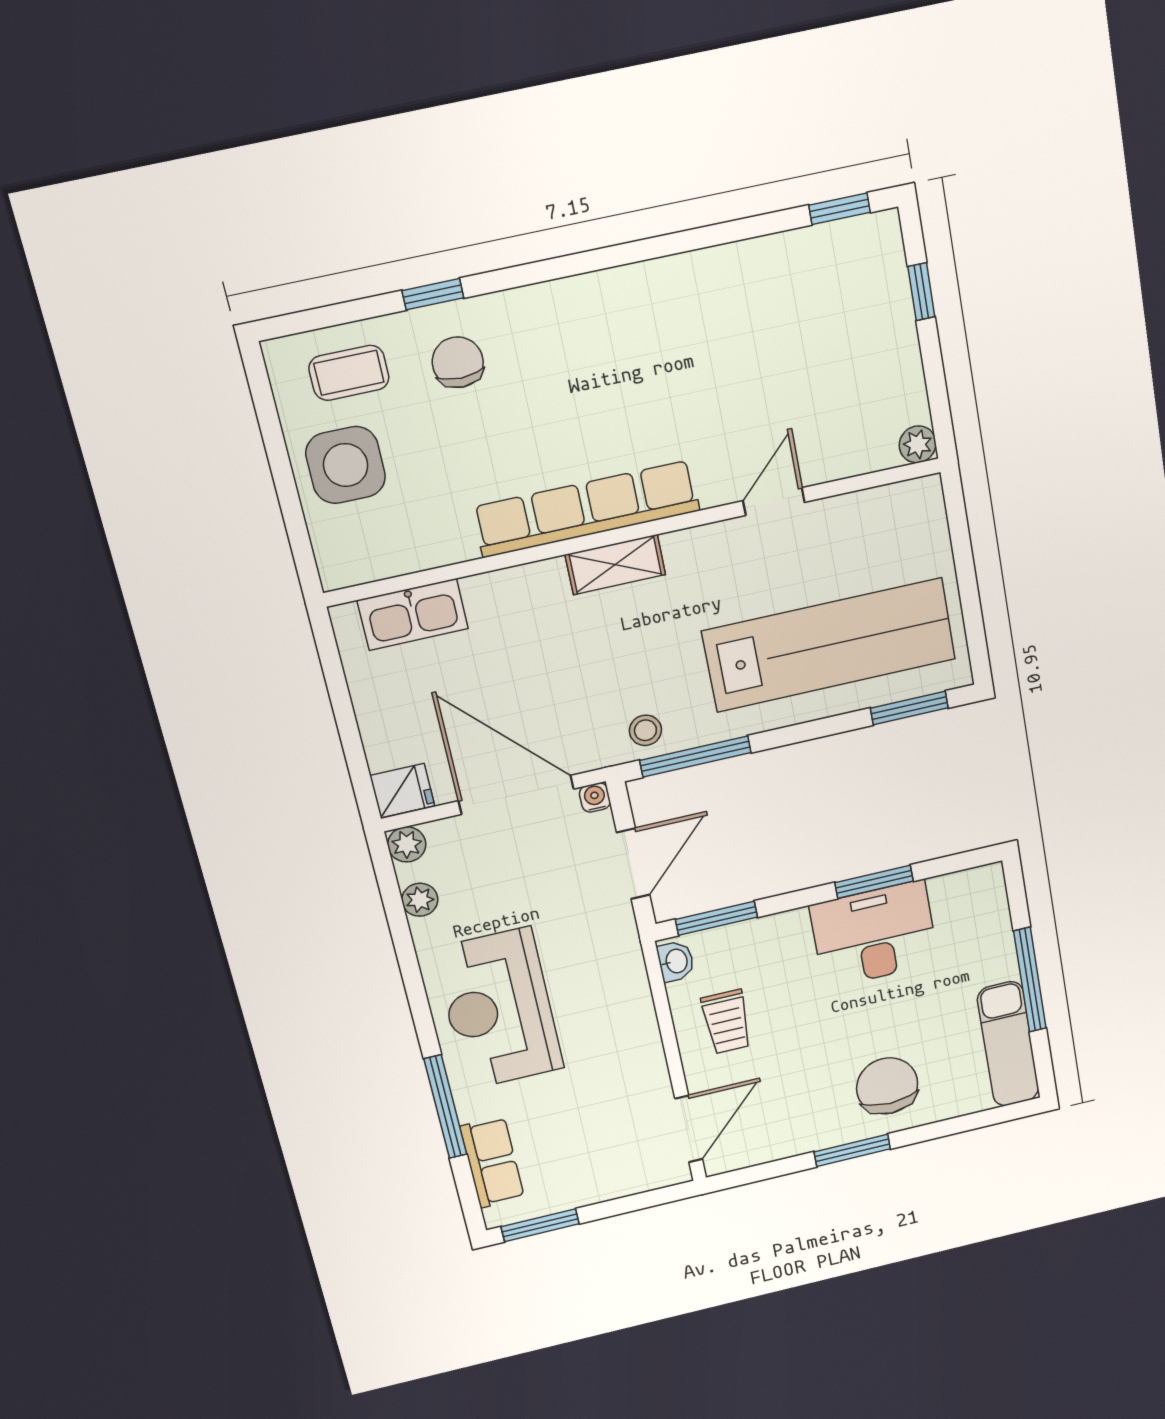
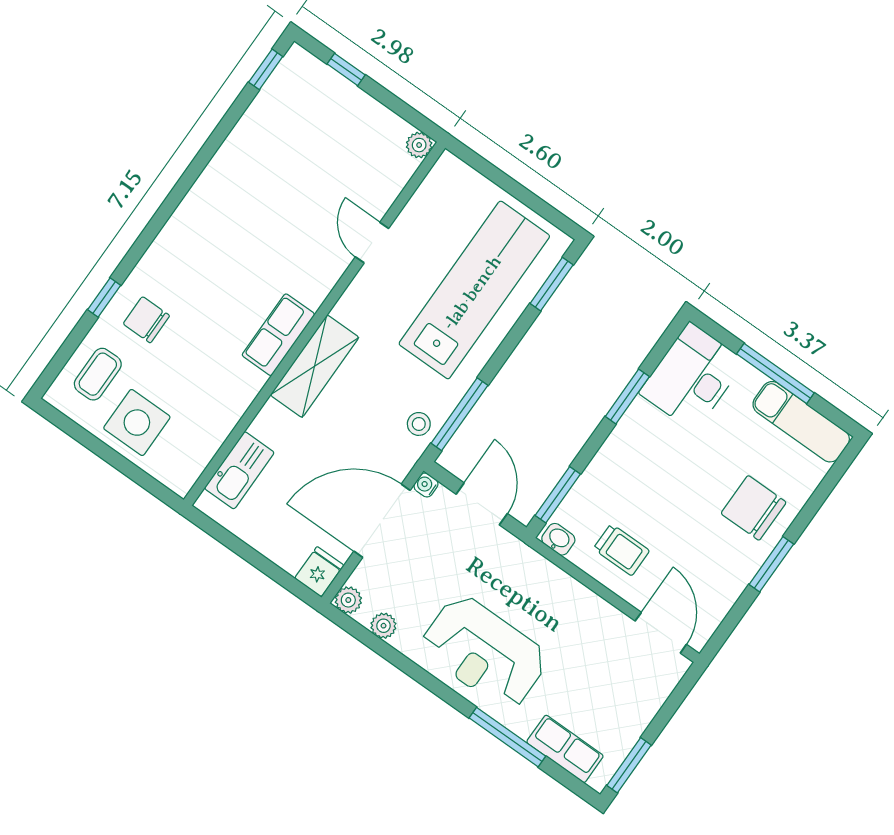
row of seats: (586, 509) -> (278, 335), width x0.50
shelving: (615, 565) -> (315, 366), width x1.50, depth x1.33
desk: (874, 934) -> (692, 377), moved

